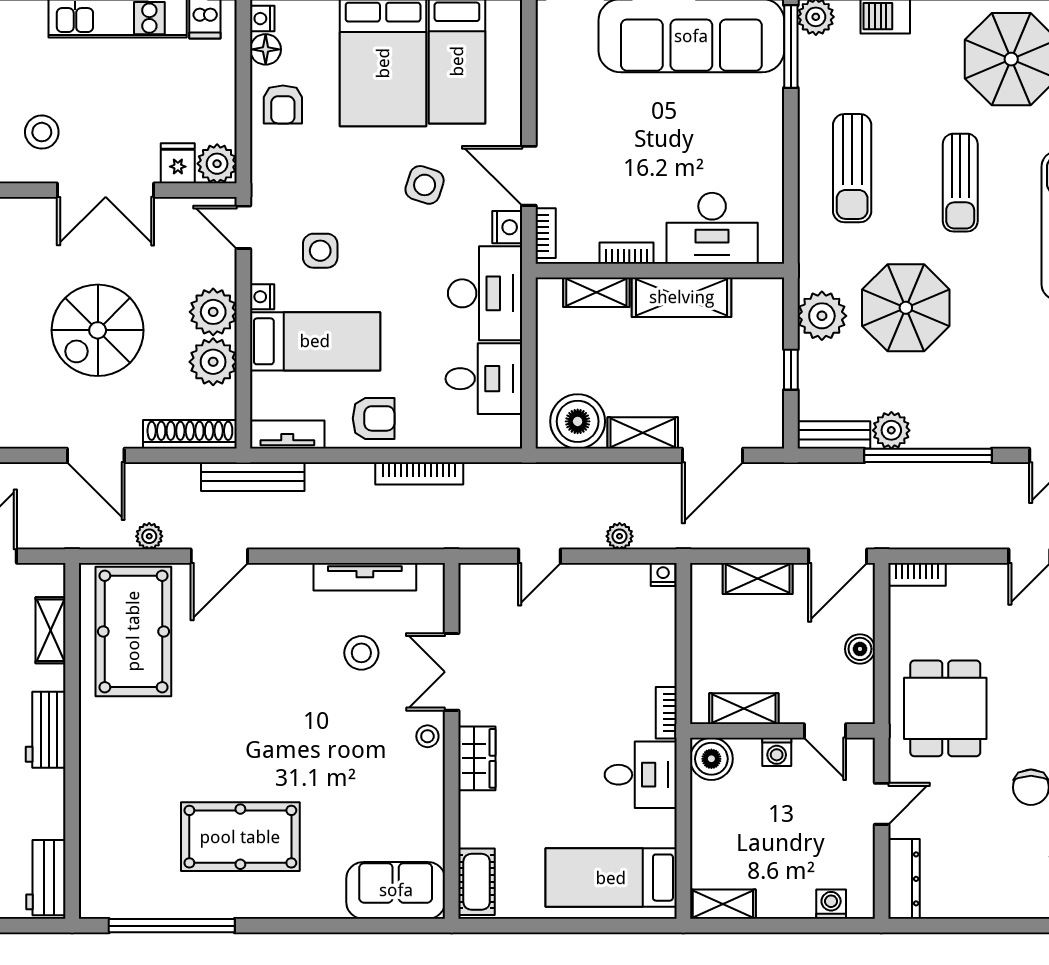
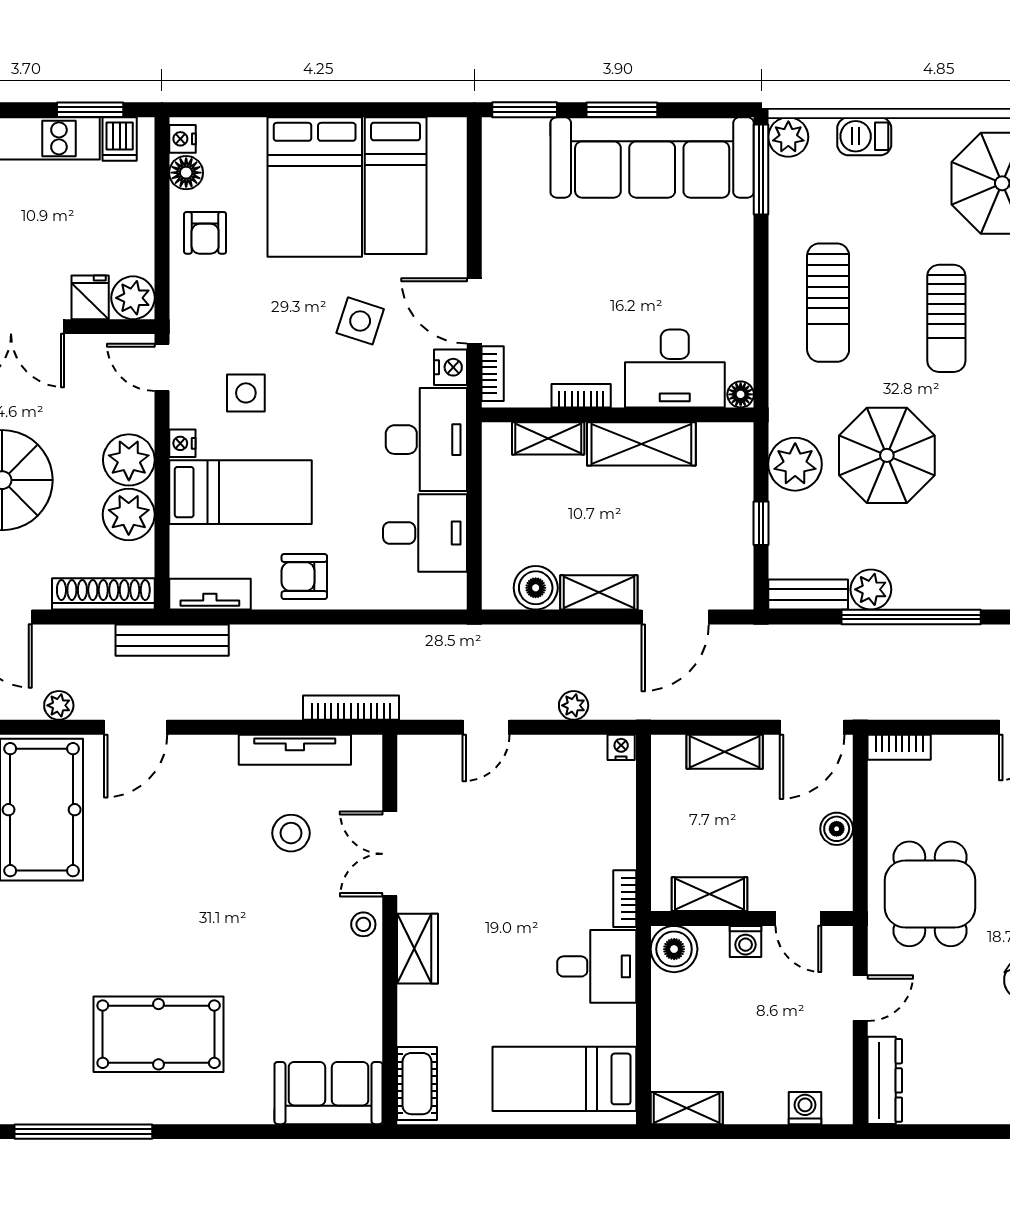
floor lamp: (772, 252) -> (741, 394), added
armchair: (374, 418) -> (304, 577), turned 180
boiler: (578, 421) -> (536, 588), width x0.73, depth x0.73
bookcase: (419, 473) -> (351, 708), moved, turned 180

